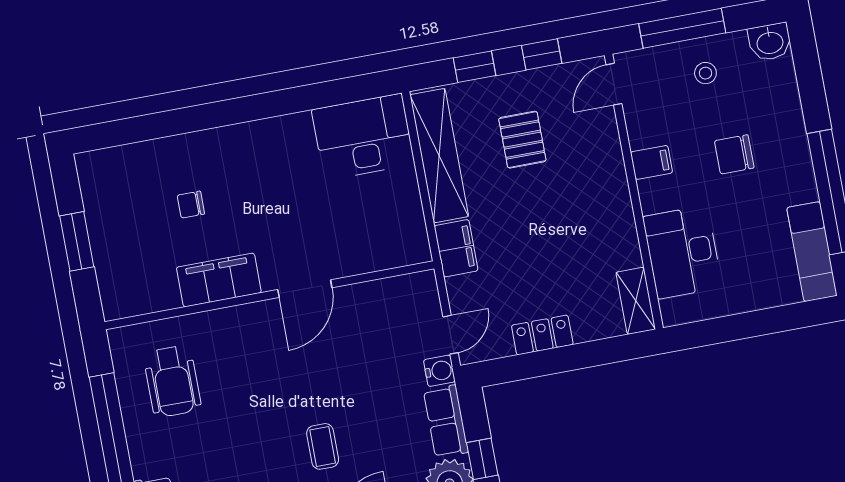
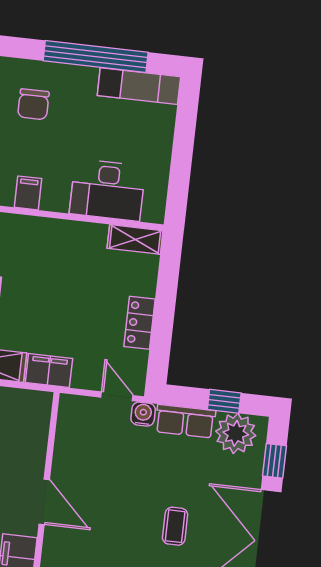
chair: (734, 154) -> (33, 104), moved
coffee table: (323, 446) -> (175, 526), turned 90

